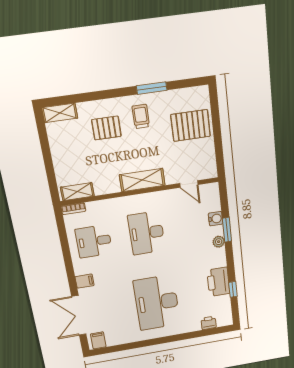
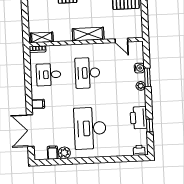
printer: (209, 323) -> (139, 150), moved
plant: (127, 336) -> (64, 153), added
filing cabinet: (98, 340) -> (53, 153), moved

